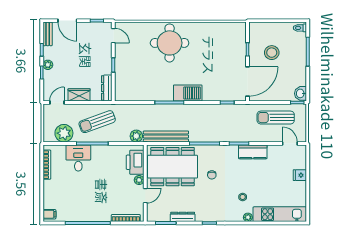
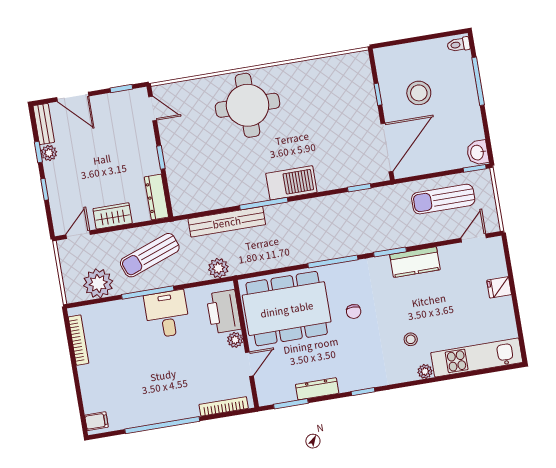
plant: (48, 65) -> (49, 153), moved
bench: (166, 136) -> (227, 222), moved
door: (290, 143) -> (474, 238), hinge flipped
desk: (78, 158) -> (167, 314), moved

